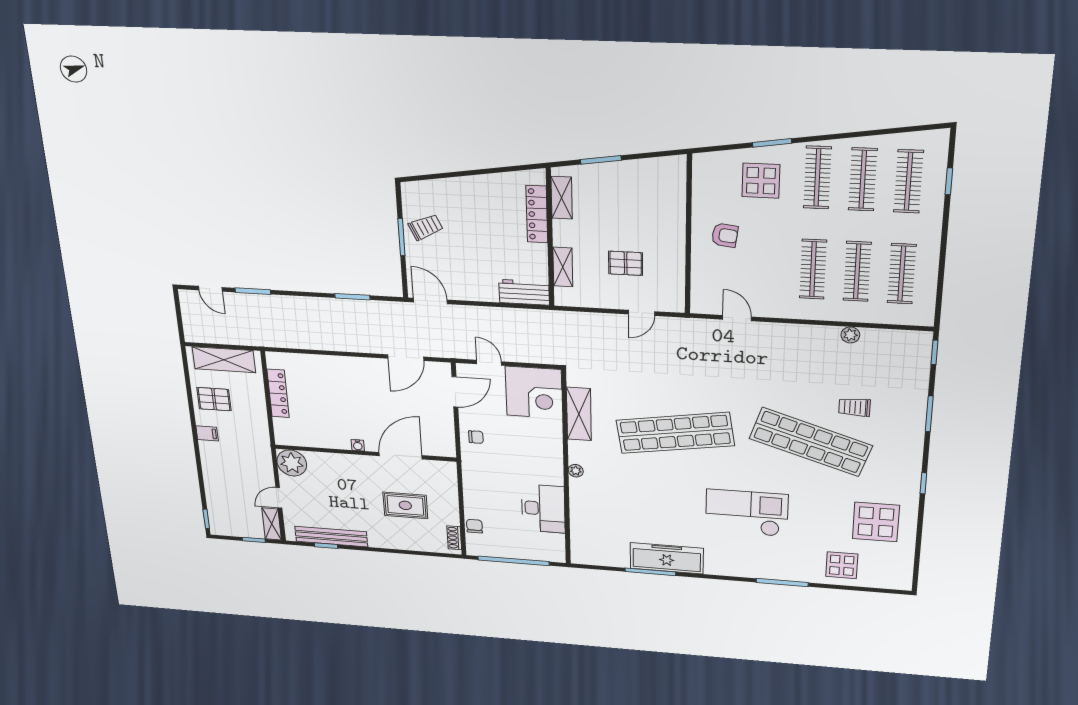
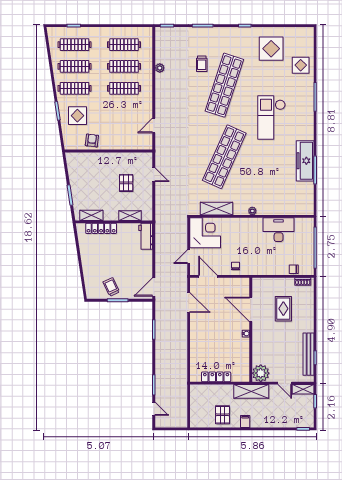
armchair: (725, 235) -> (92, 140), moved
door: (210, 289) -> (154, 409), hinge flipped
shelving: (224, 360) -> (251, 391), moved, turned 90
shop shelf: (675, 433) -> (224, 157), turned 33

